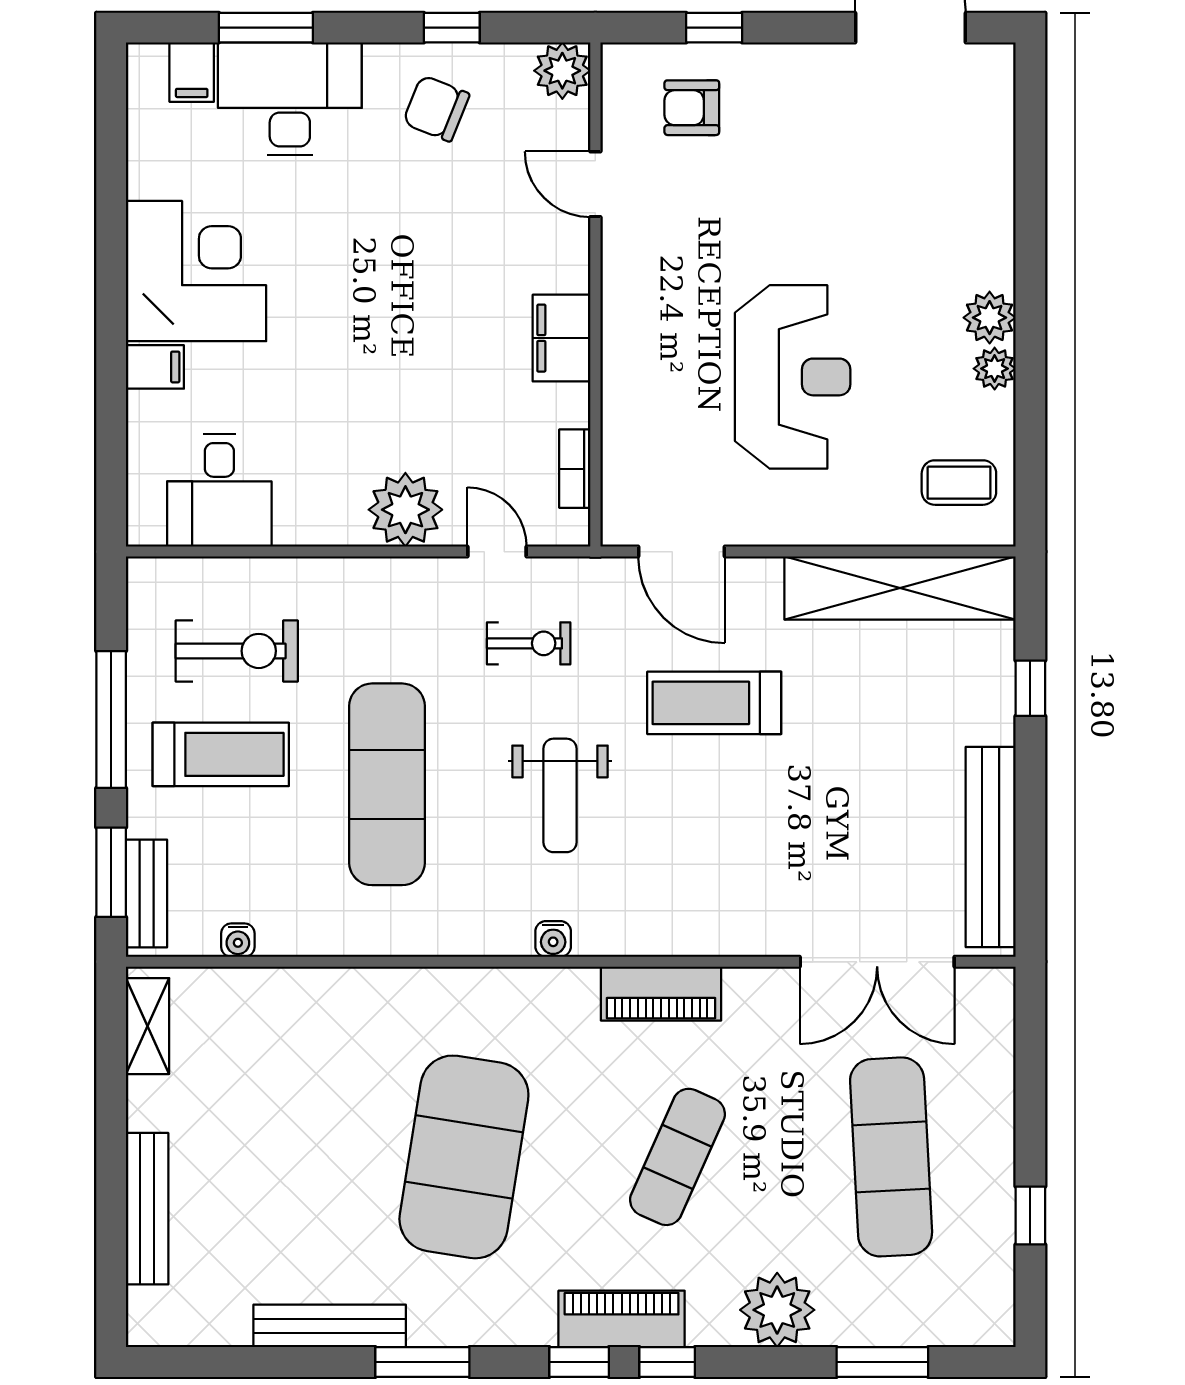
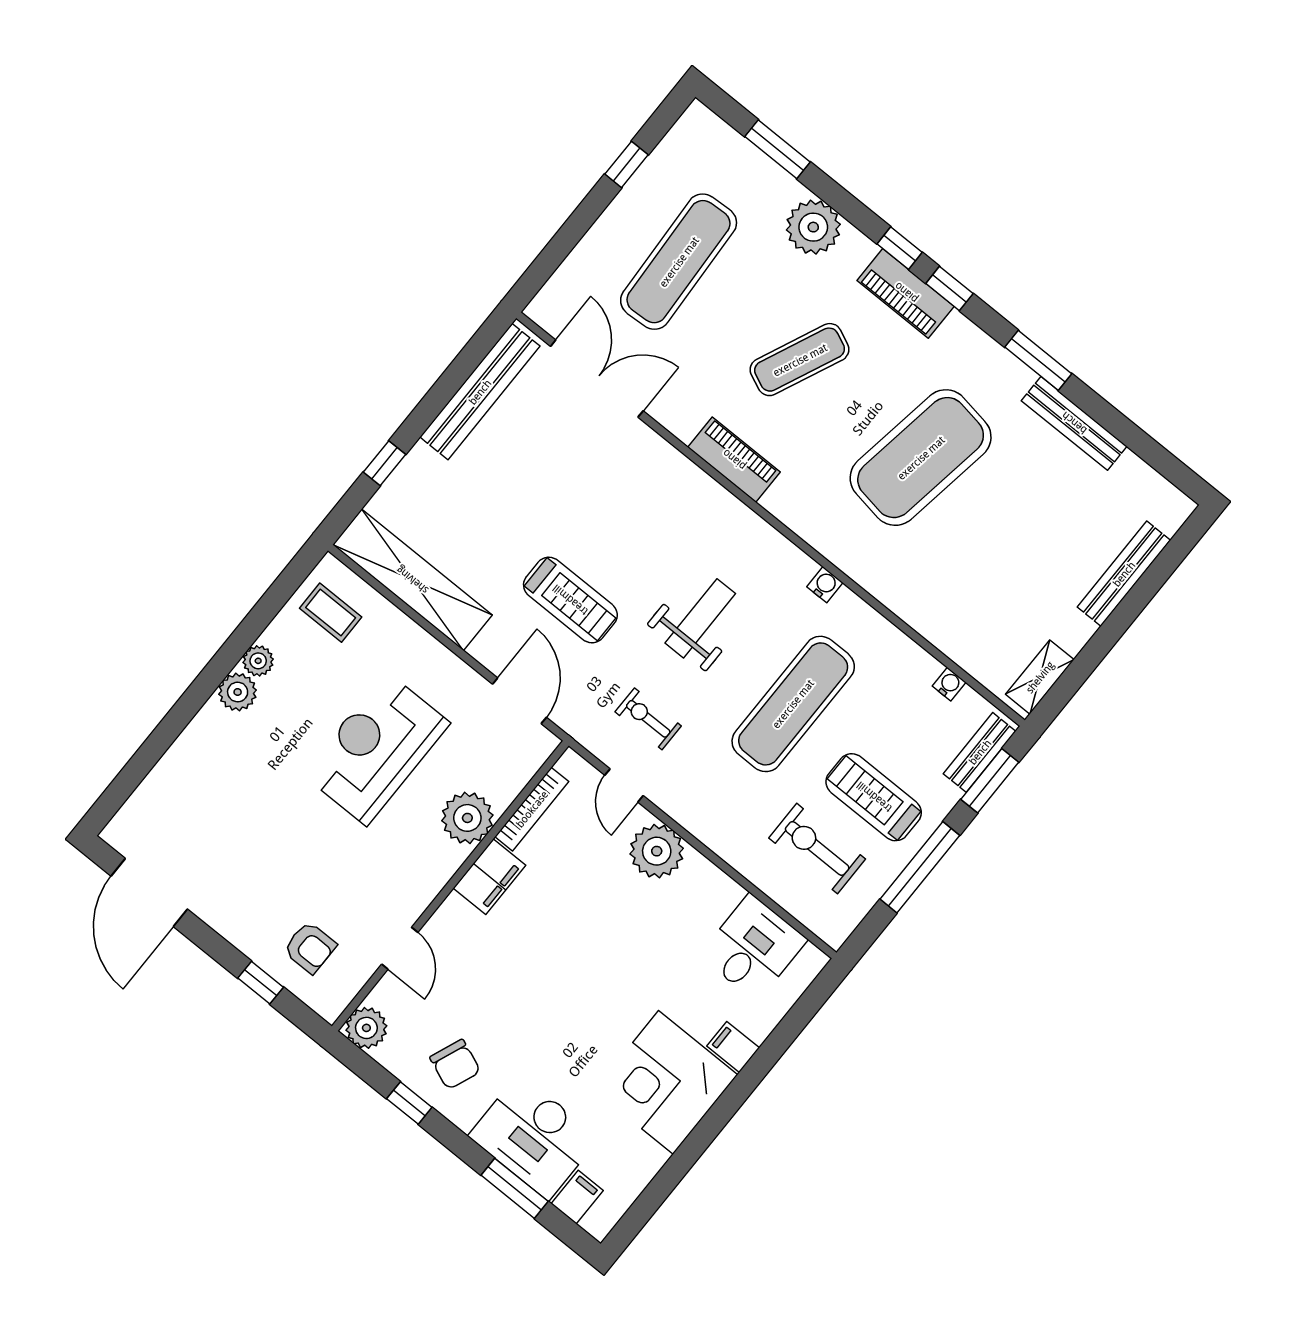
plant: (636, 382) -> (467, 818), added
bookcase: (575, 469) -> (532, 809), width x1.56
water cooler: (553, 939) -> (825, 585), moved

